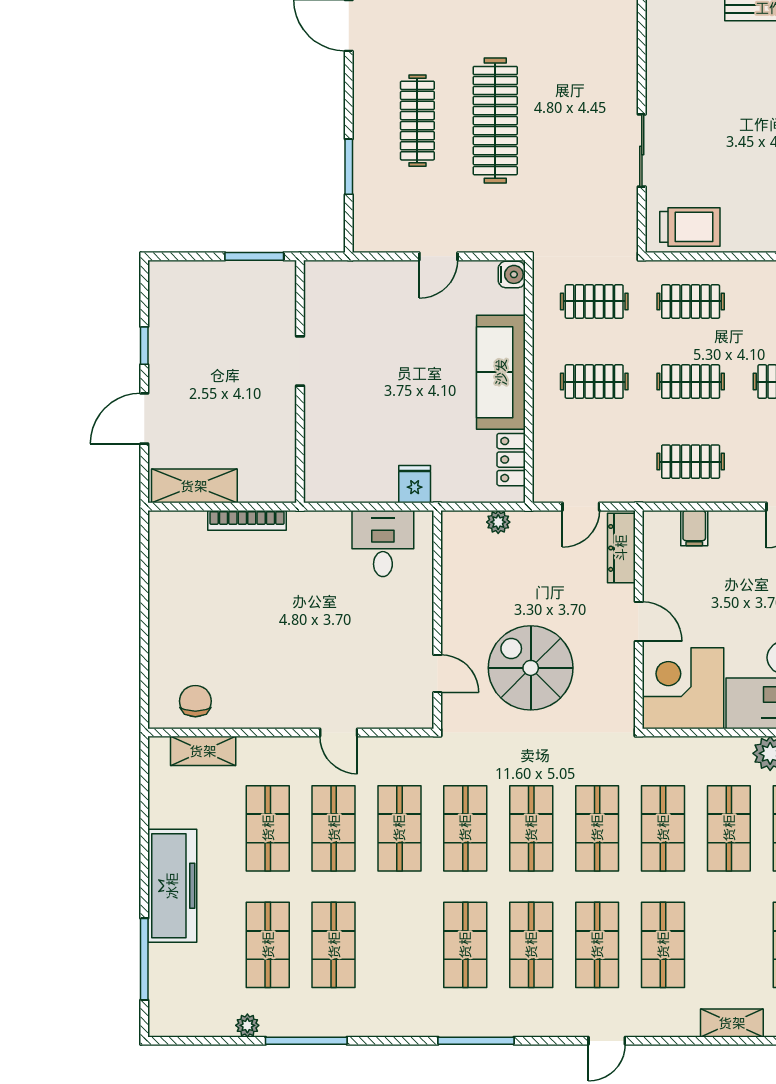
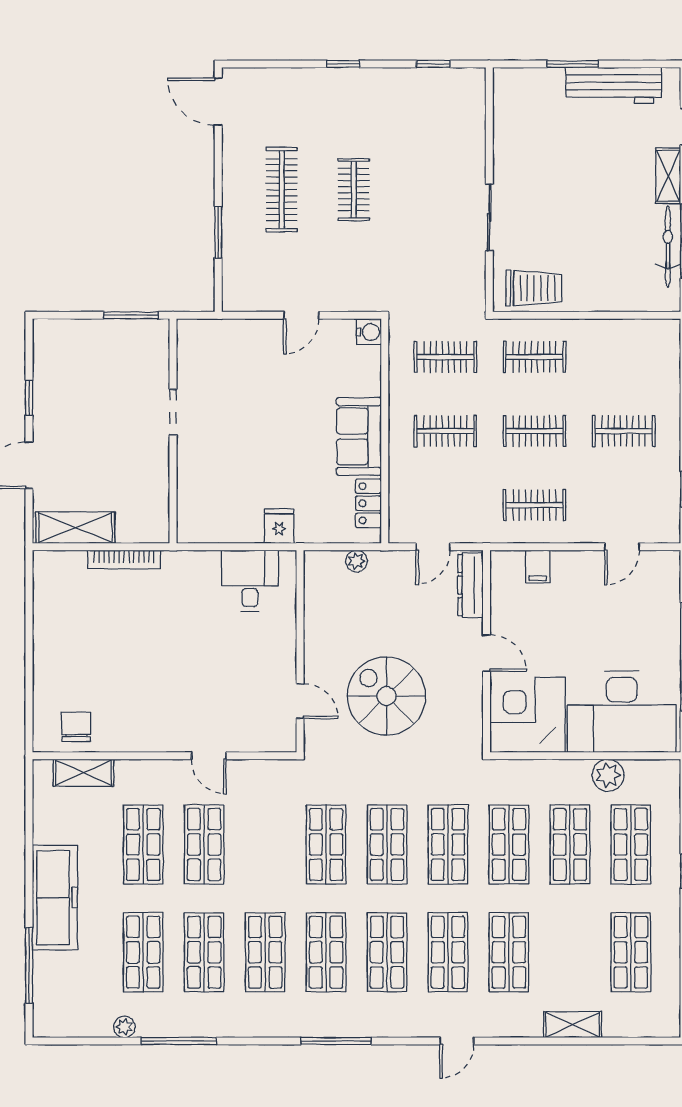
clothes rail: (495, 121) -> (354, 190), width x0.54, depth x0.76
sofa: (501, 372) -> (359, 436), width x0.73
shop shelf: (399, 828) -> (265, 952), moved

